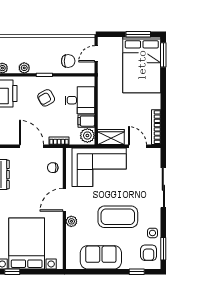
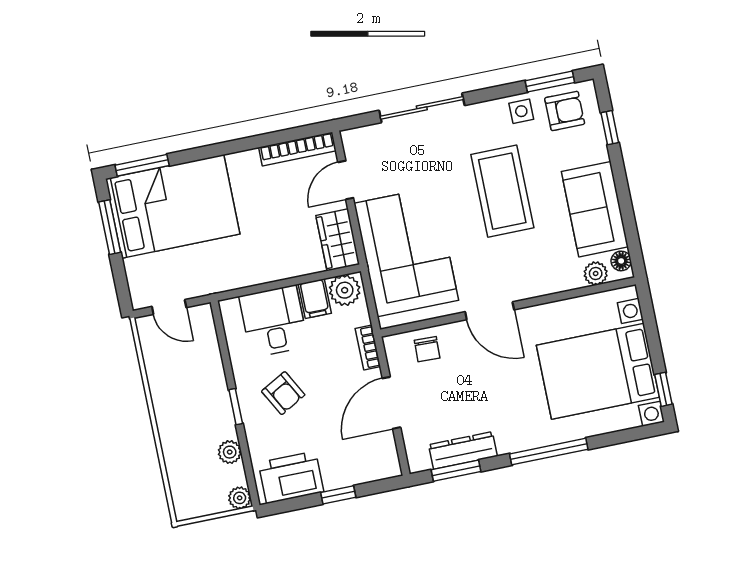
chair: (68, 61) -> (196, 363), removed
plant: (71, 221) -> (596, 273), moved
floor lamp: (75, 264) -> (621, 261), added

